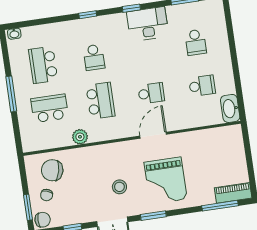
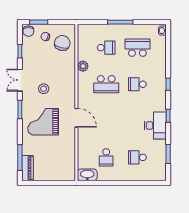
school desk: (151, 93) -> (106, 121), removed
school desk: (50, 108) -> (106, 48), width x0.54

